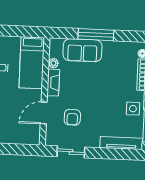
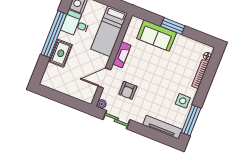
window: (96, 35) -> (173, 26), width x0.69
plant: (53, 63) -> (102, 104), moved

